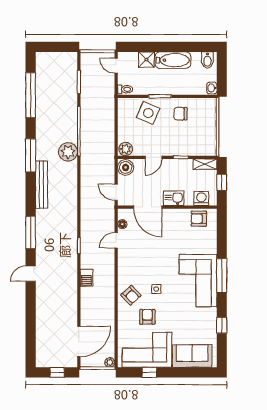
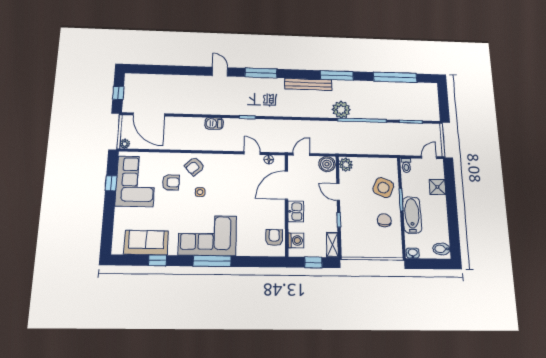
bathtub: (173, 60) -> (412, 215), moved, turned 180
sofa: (192, 356) -> (146, 243), moved, turned -90

